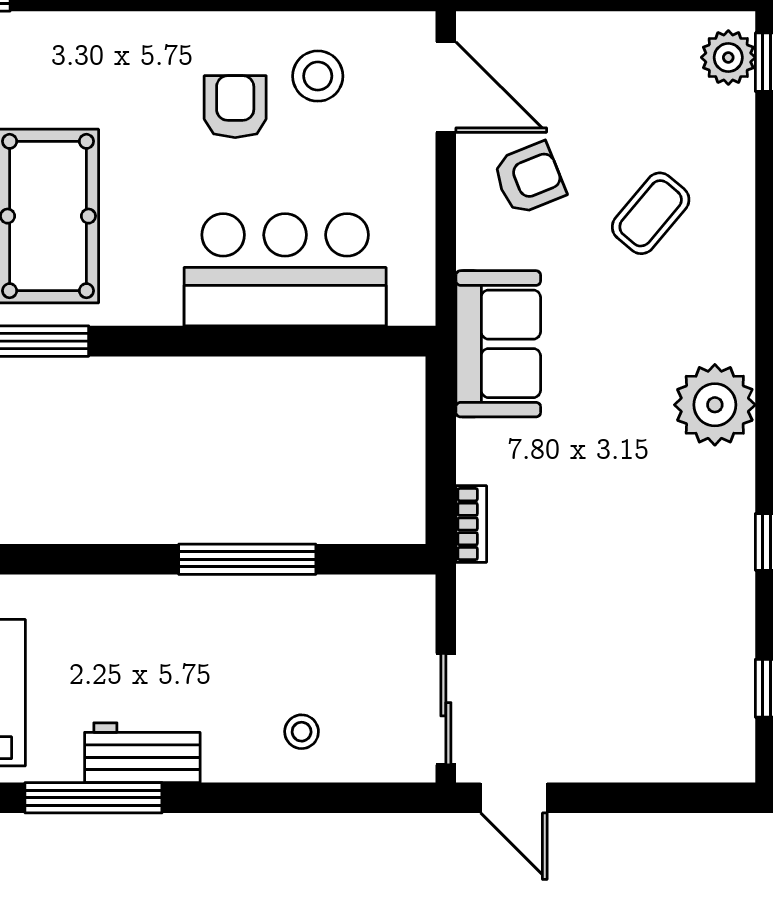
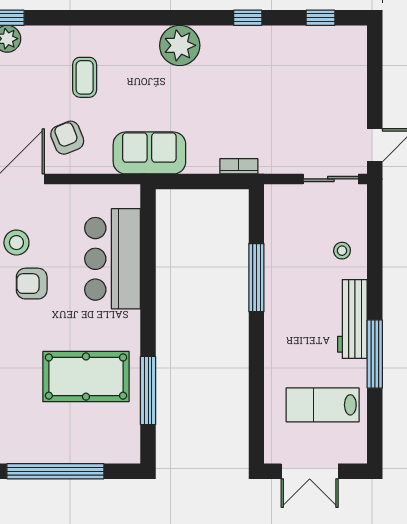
coffee table: (651, 213) -> (85, 77), turned 50
workbench: (142, 753) -> (352, 319), width x1.38

